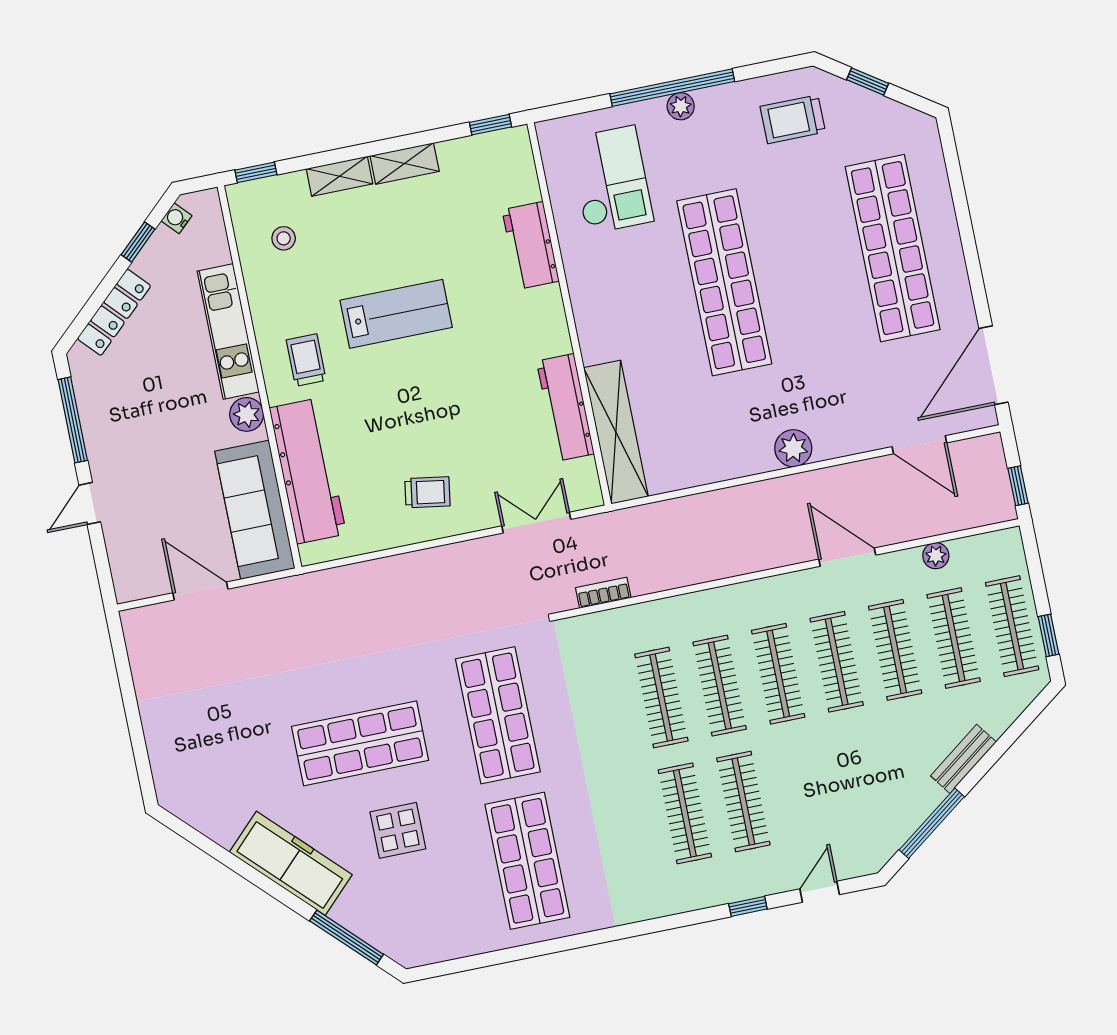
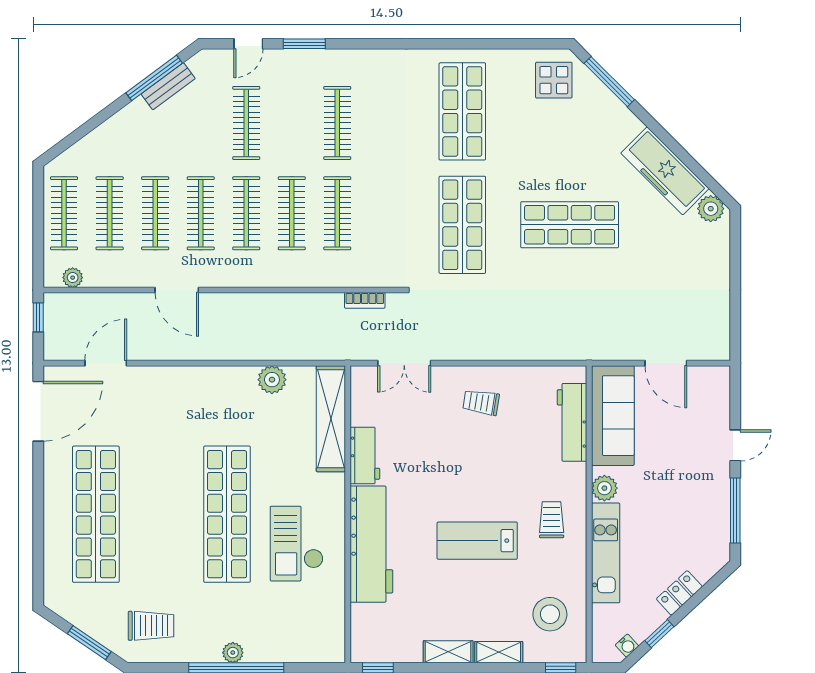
window: (868, 82) -> (89, 643), width x1.50
checkout: (611, 180) -> (297, 544), moved
stool: (284, 238) -> (550, 614), width x1.89, depth x1.89
workbench: (531, 245) -> (371, 544), width x1.88, depth x1.32
locker: (114, 312) -> (679, 593), width x0.66
trolley: (306, 360) -> (552, 520), turned 180
workbench: (565, 407) -> (365, 455), width x0.73
door: (919, 445) -> (106, 363), hinge flipped
plant: (793, 448) -> (272, 380), moved
workbench: (308, 471) -> (572, 422), width x0.73, depth x0.76
plant: (936, 556) -> (73, 278), moved
window: (1048, 635) -> (38, 201), removed
bench: (963, 759) -> (168, 86), moved
plant: (183, 801) -> (711, 209), added
clothes rail: (743, 802) -> (246, 123), moved
display table: (398, 830) -> (554, 80), moved
freezer: (291, 863) -> (665, 171), moved
window: (748, 906) -> (304, 44), width x1.50

